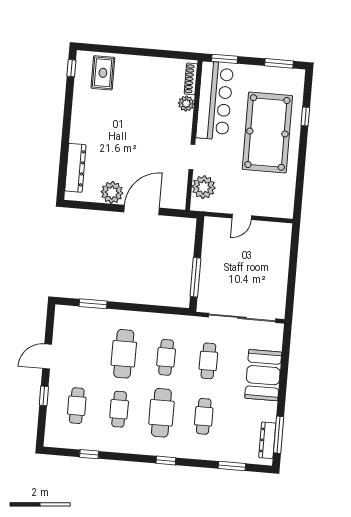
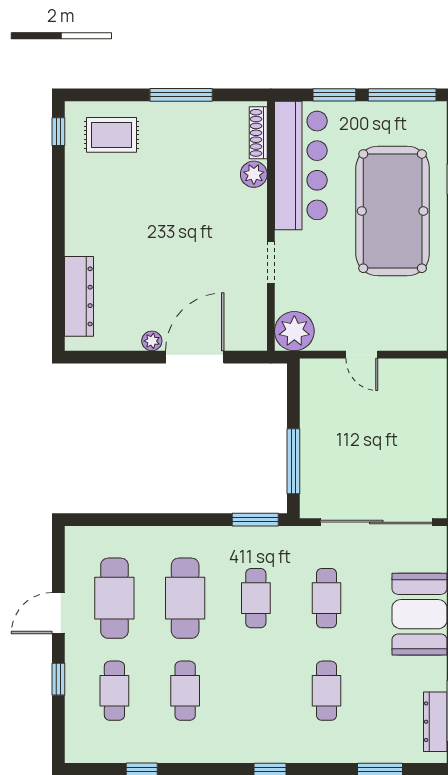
window: (147, 52) -> (181, 95), added
window: (225, 59) -> (334, 95), moved
window: (279, 63) -> (402, 95), width x1.44
rug: (103, 73) -> (111, 135), turned 90
plant: (204, 187) -> (294, 331), moved
plant: (112, 192) -> (152, 341), width x0.53, depth x0.53
door: (242, 217) -> (362, 355), hinge flipped
window: (93, 304) -> (255, 520), moved
cafe table: (161, 413) -> (114, 598), moved

